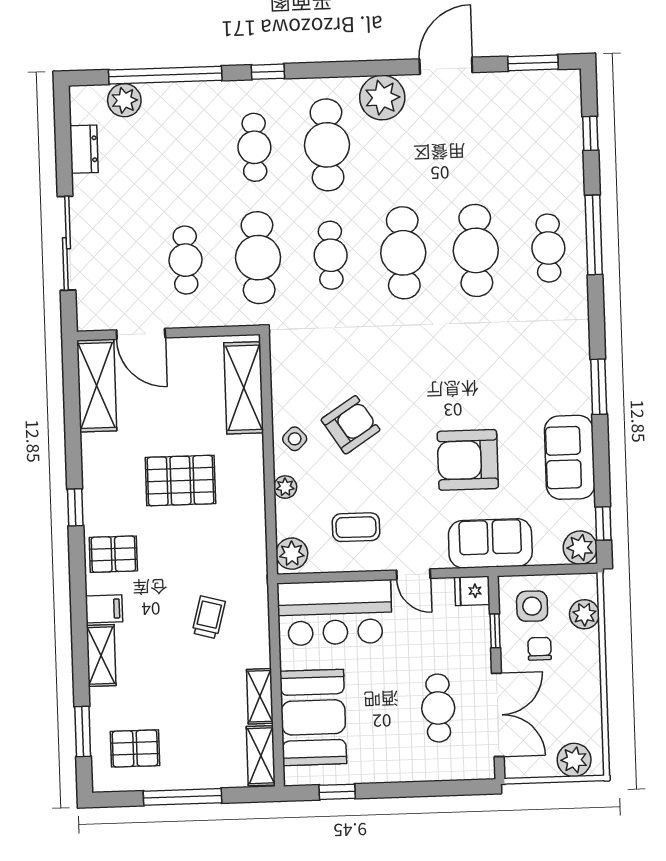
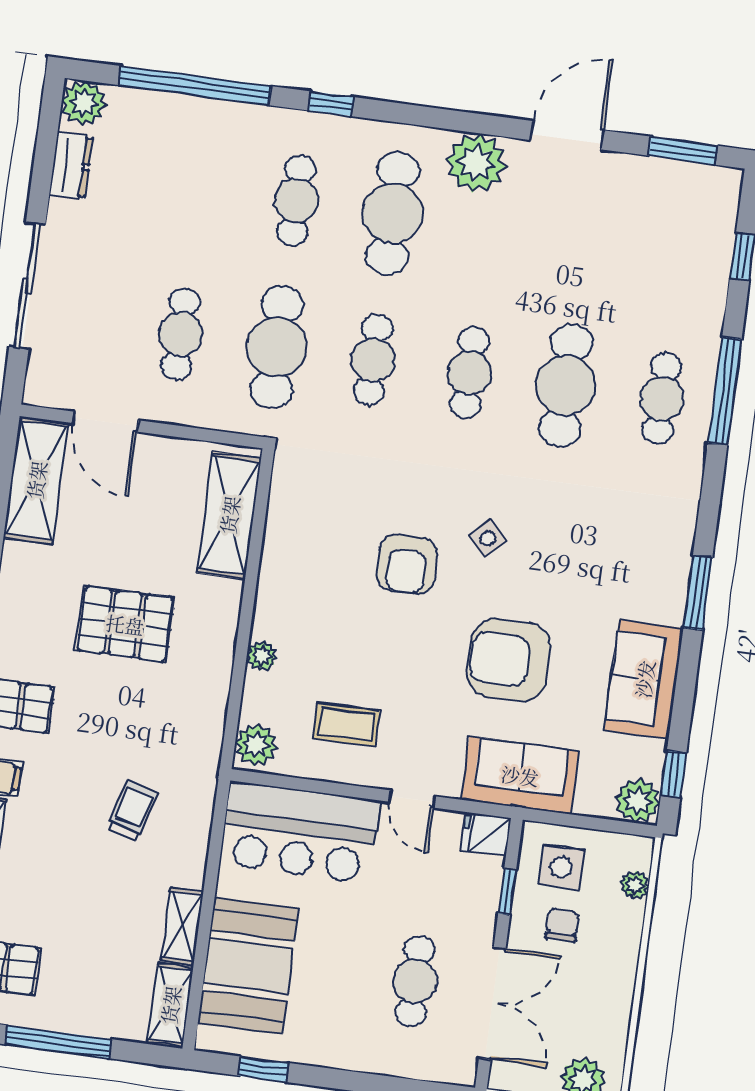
plant: (124, 100) -> (84, 103), moved
cafe table: (403, 253) -> (469, 373), width x0.73, depth x0.74
armchair: (351, 425) -> (407, 564), moved, turned 123
side table: (295, 439) -> (488, 538), moved
plant: (584, 614) -> (635, 885), width x0.73, depth x0.73

